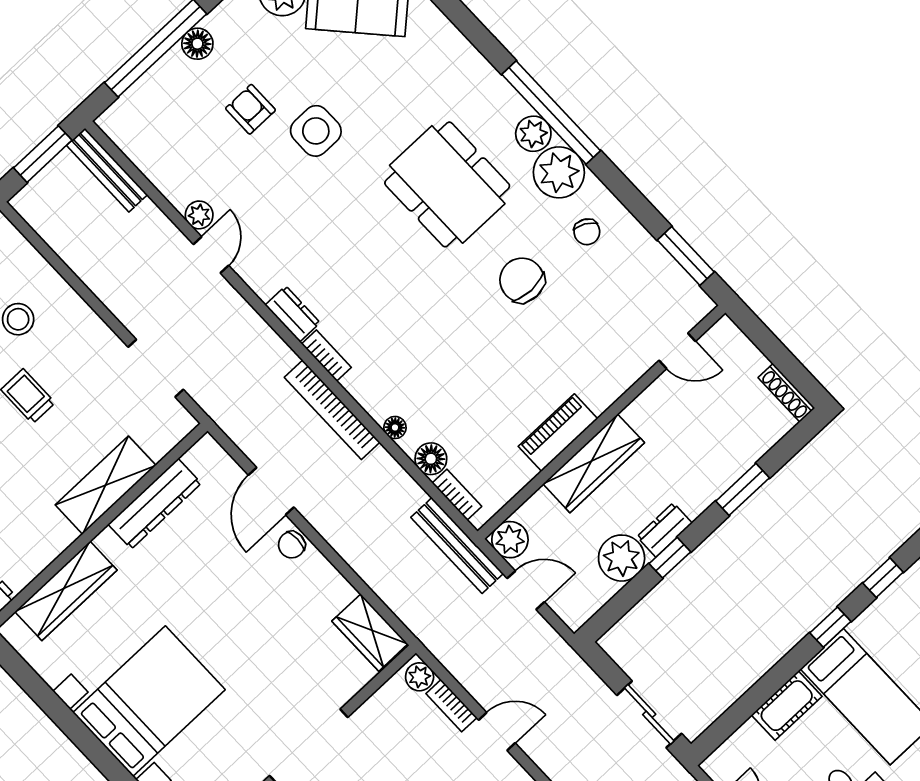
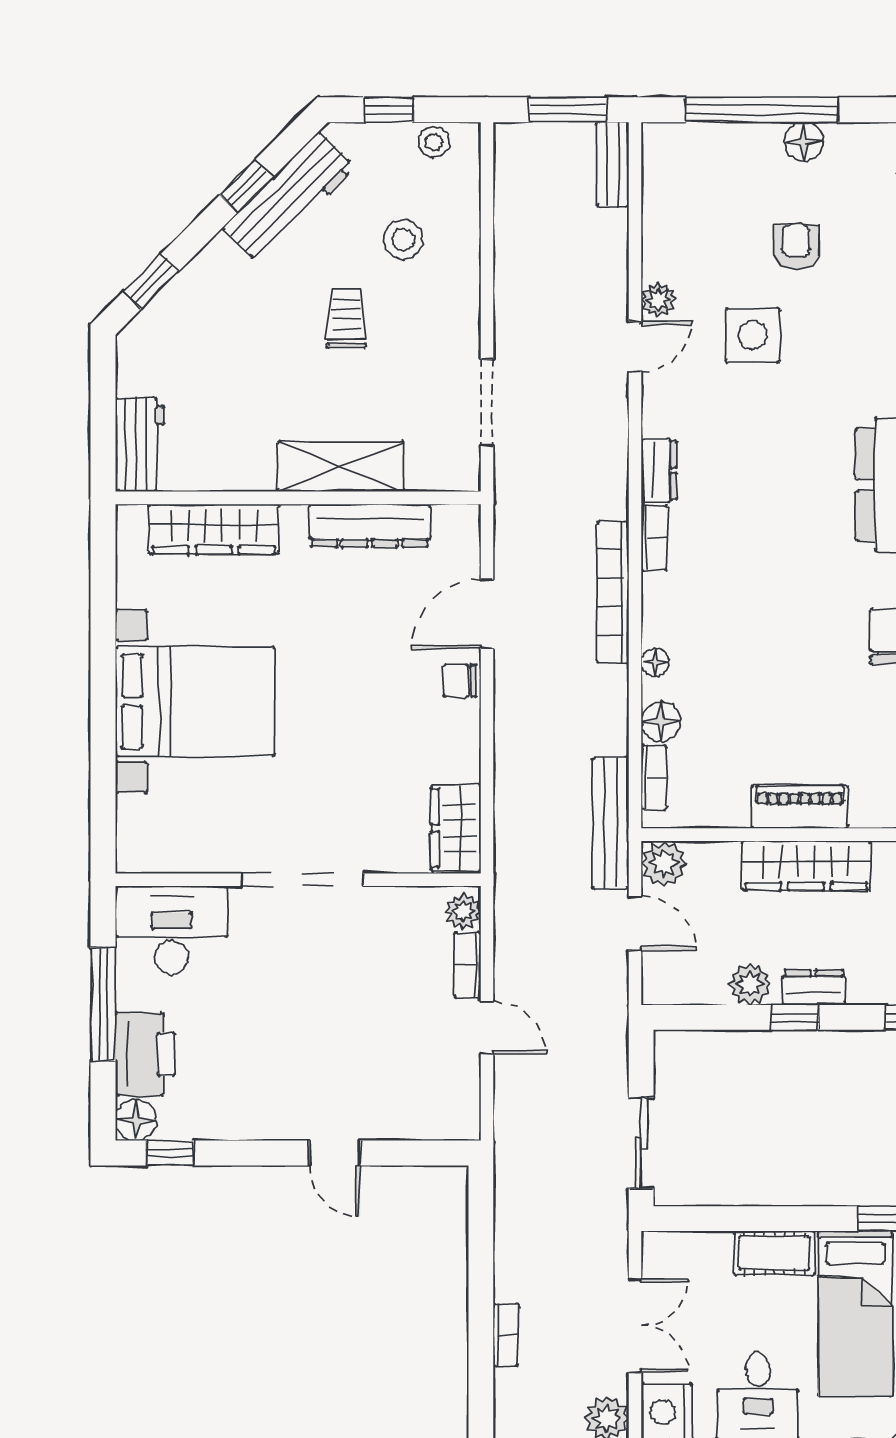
side table: (316, 131) -> (753, 335), moved
bench: (107, 170) -> (613, 164), width x0.73
plant: (622, 558) -> (750, 984), width x0.73, depth x0.73

